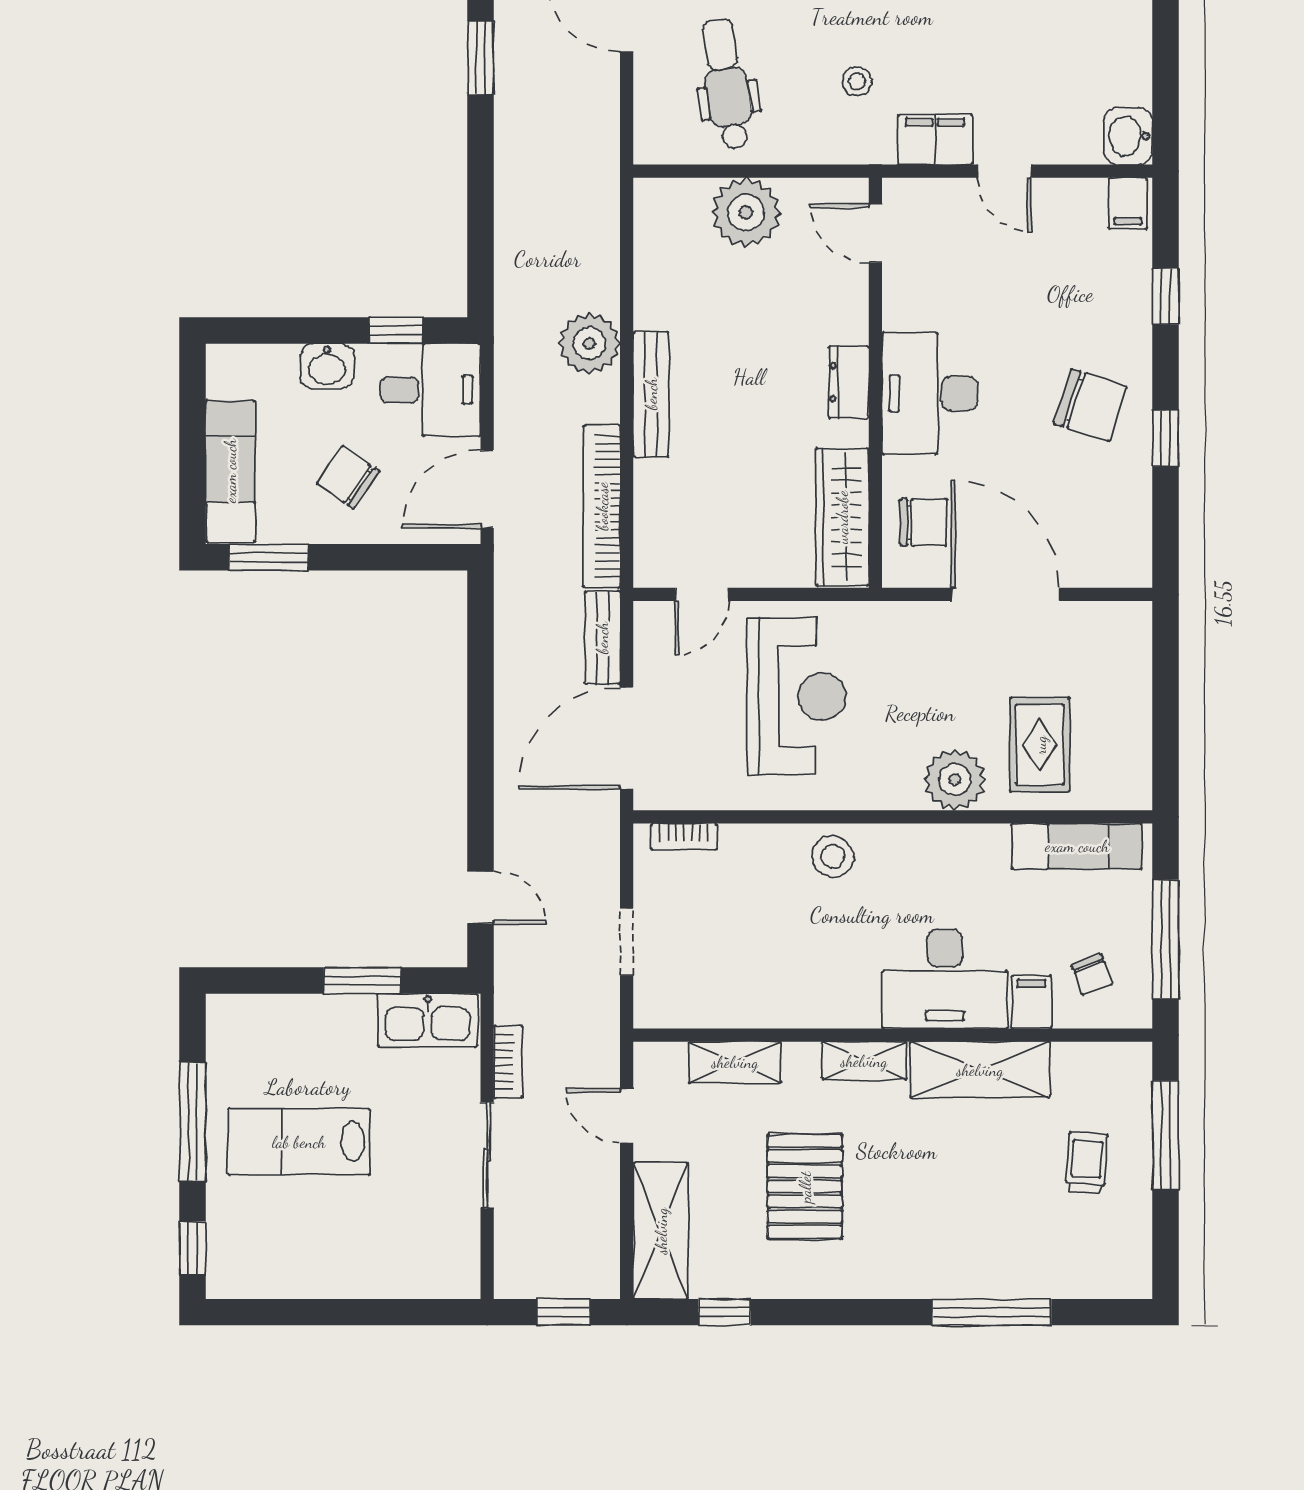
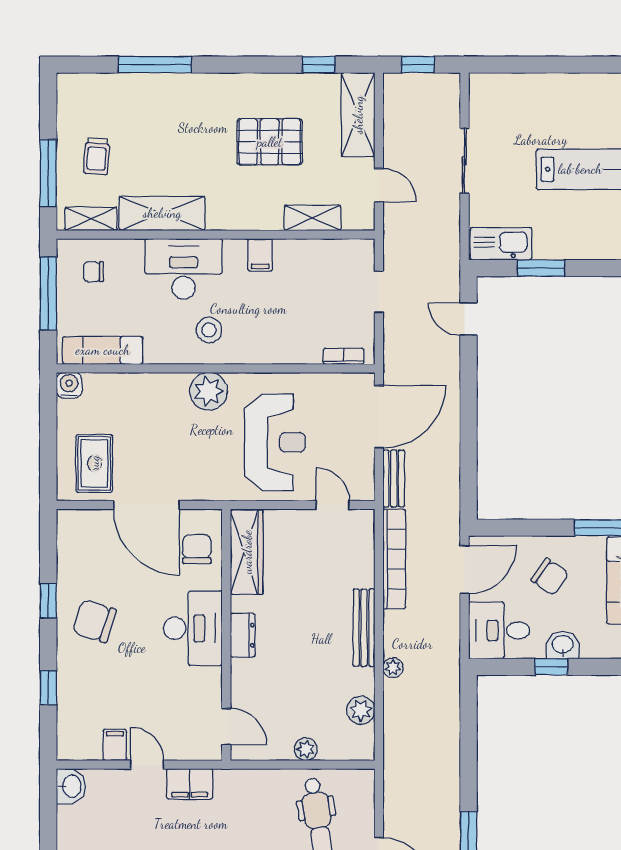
stool: (857, 81) -> (238, 820), removed
filing cabinet: (1128, 203) -> (115, 745), moved
plant: (746, 212) -> (306, 749), width x0.53, depth x0.53
plant: (656, 260) -> (361, 710), added
window: (396, 330) -> (551, 667), moved
plant: (589, 343) -> (393, 668), width x0.53, depth x0.53
chair: (923, 522) -> (197, 549), turned 90
door: (702, 594) -> (333, 505), hinge flipped
reception desk: (796, 696) -> (275, 442), turned 180
rug: (1040, 745) -> (94, 463), moved
plant: (955, 780) -> (209, 391), moved
water cooler: (1132, 790) -> (69, 385), added
stool: (833, 856) -> (209, 330), moved
chair: (1092, 975) -> (93, 272), turned -70
filing cabinet: (1031, 1002) -> (260, 255), moved
shelving: (864, 1061) -> (91, 219), moved
bookcase: (508, 1062) -> (452, 218), removed
pallet: (805, 1187) -> (270, 142), turned 90

